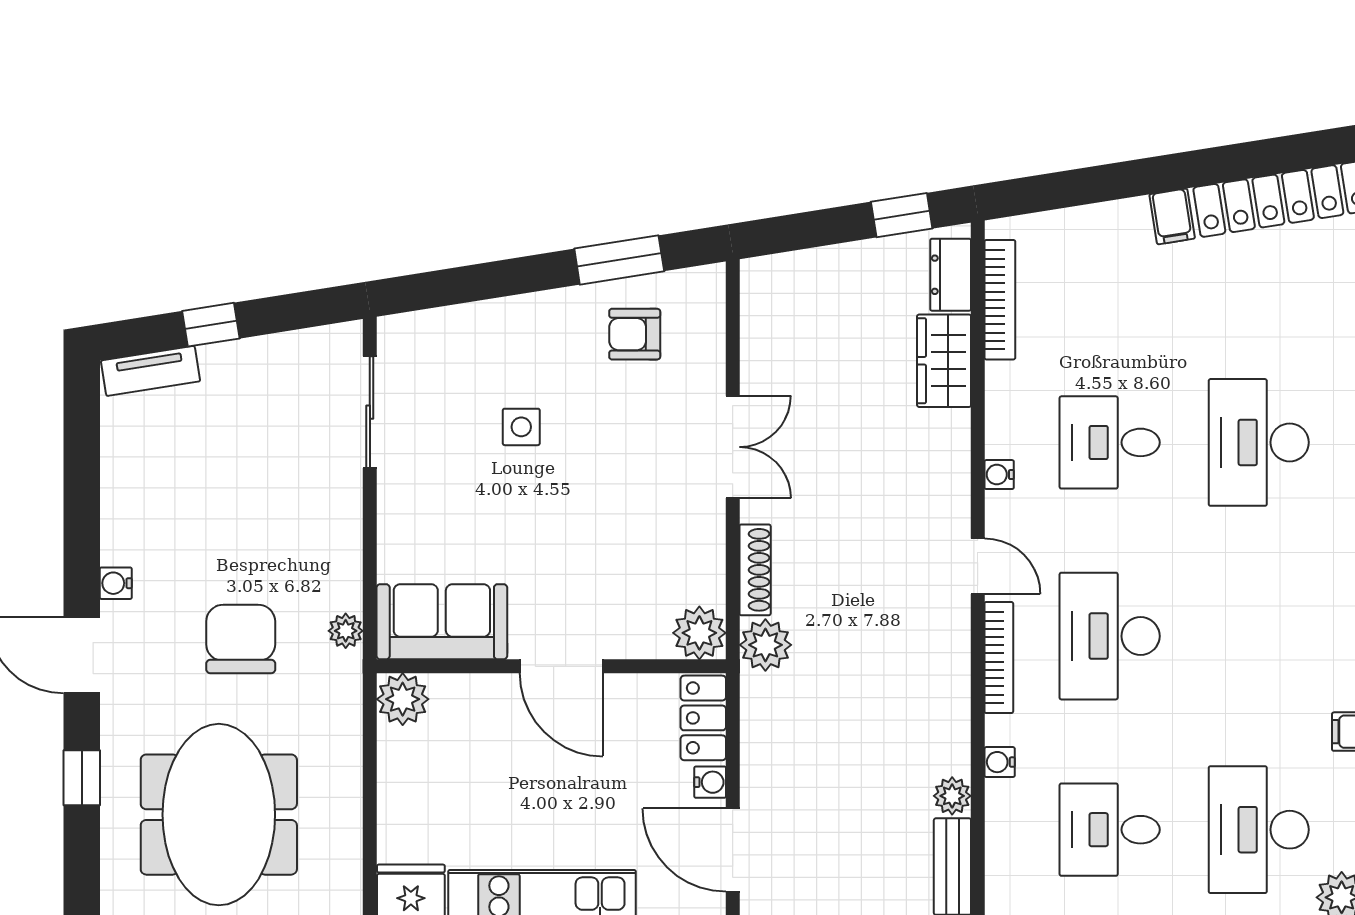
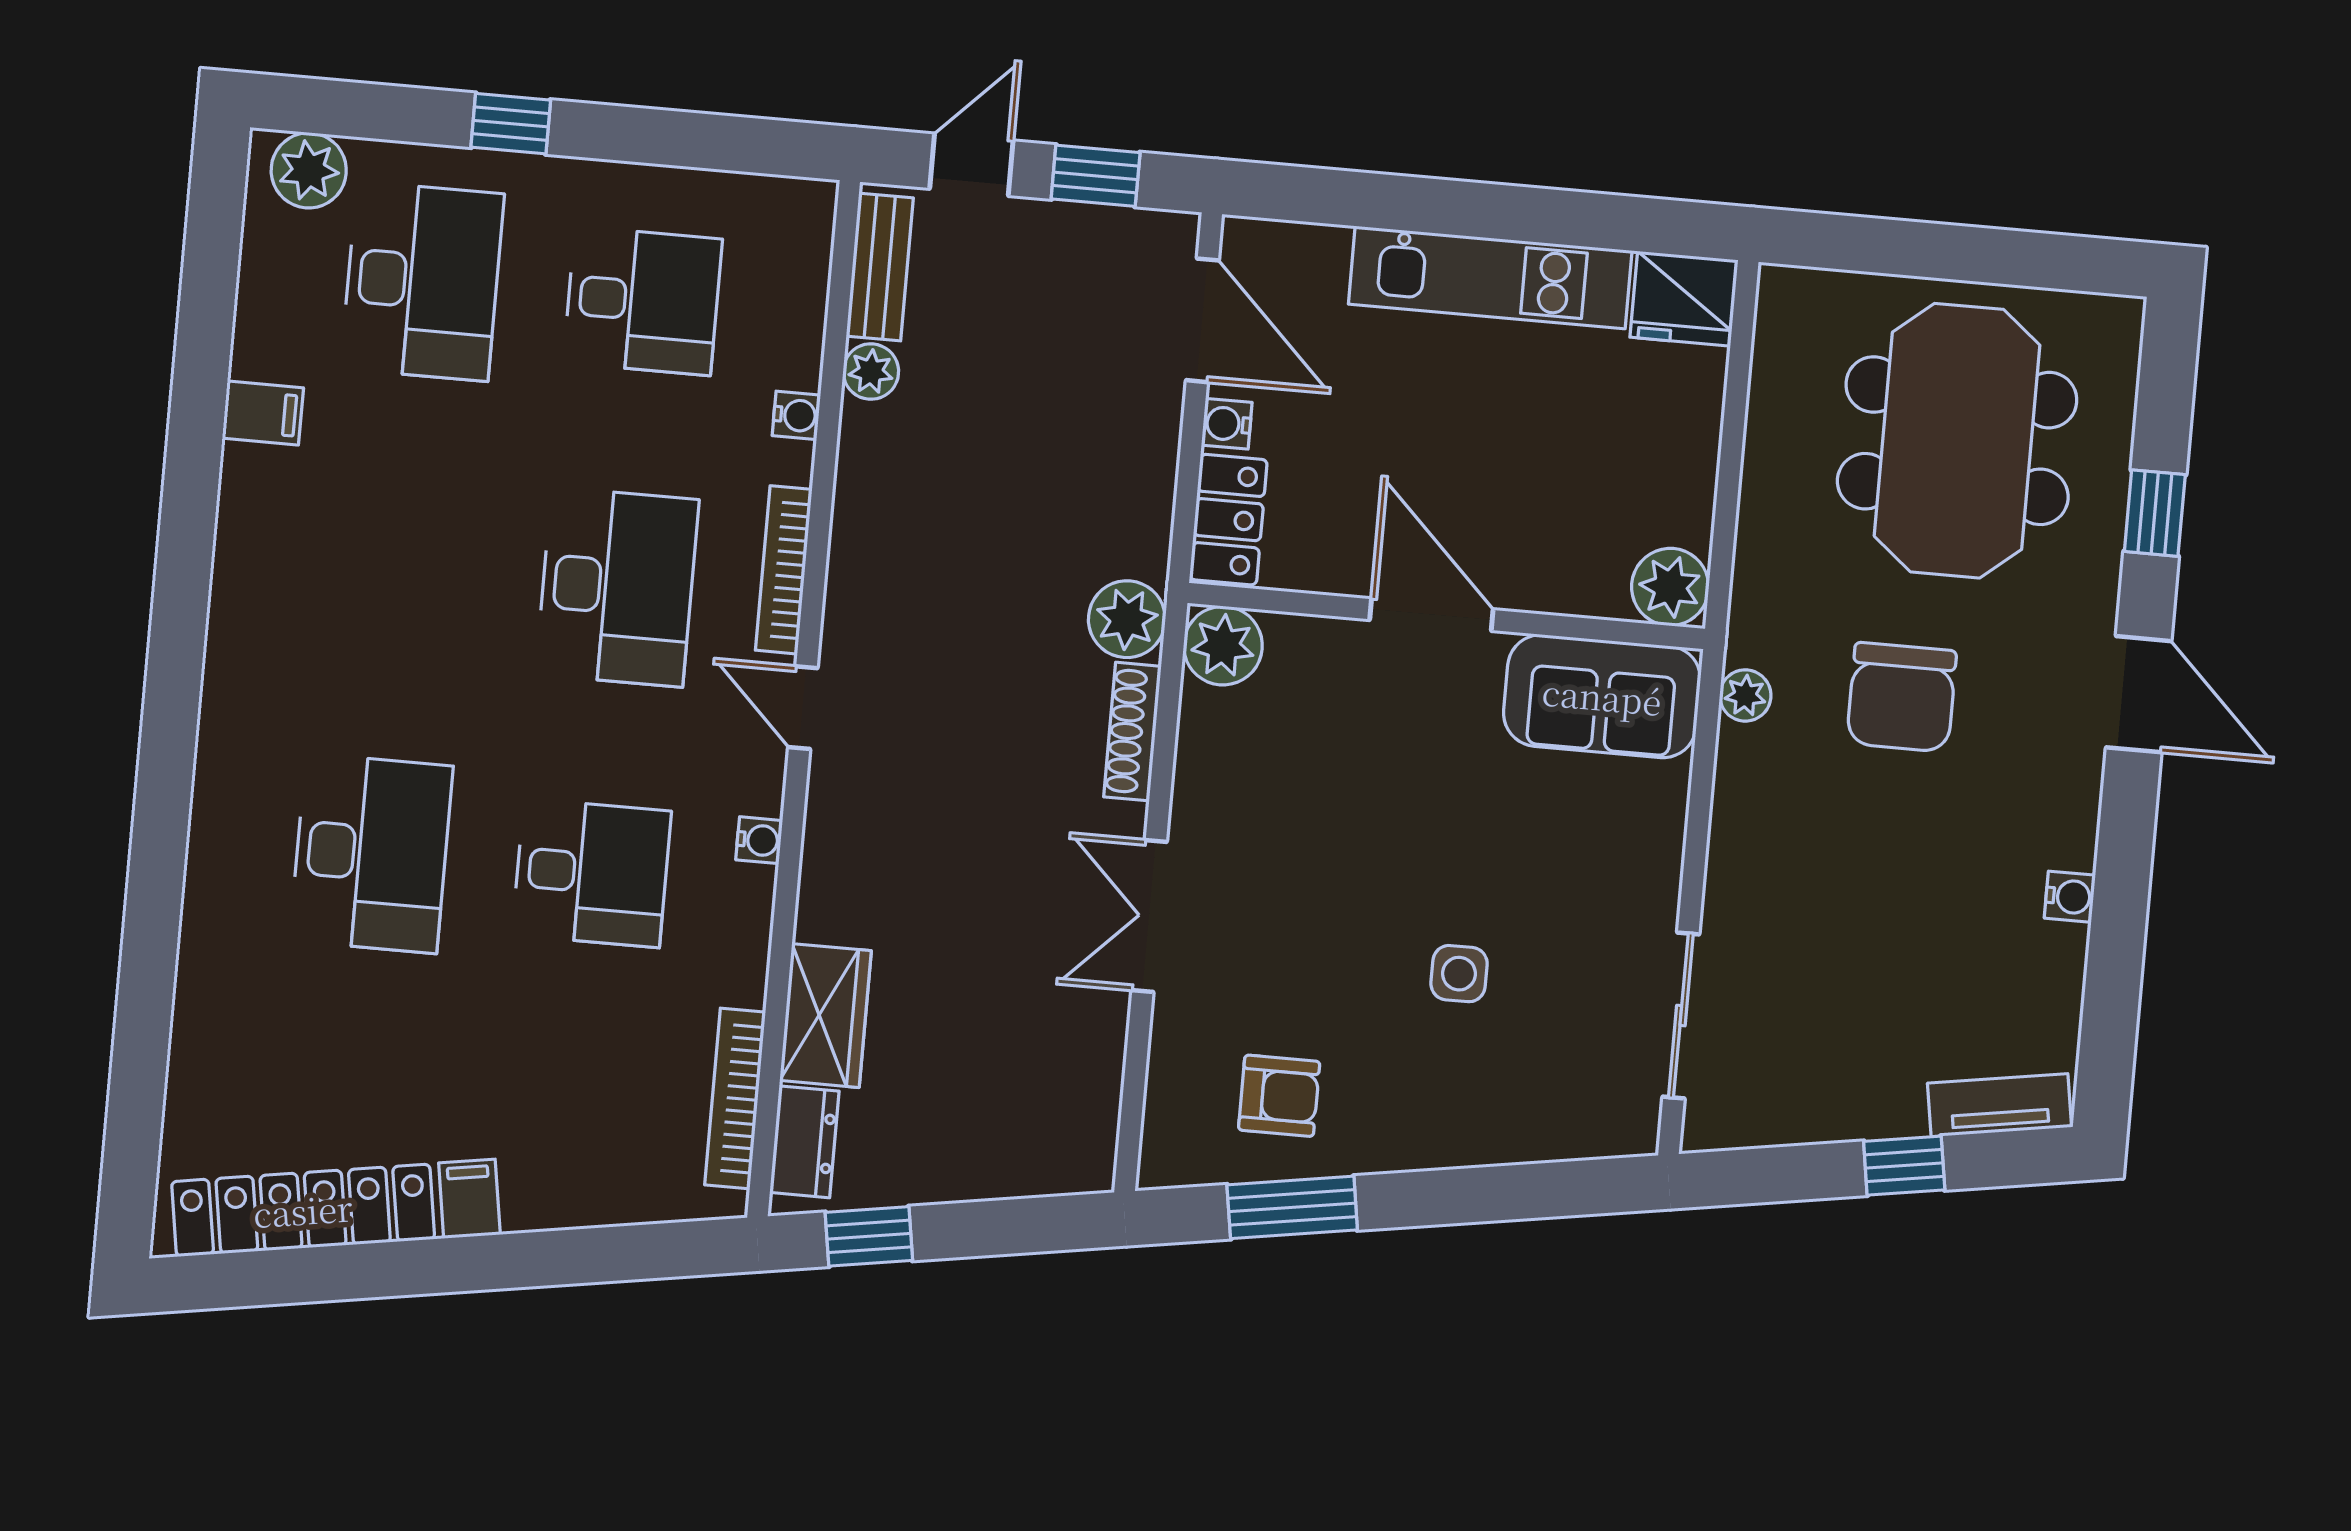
water cooler: (116, 583) -> (2070, 897), moved

